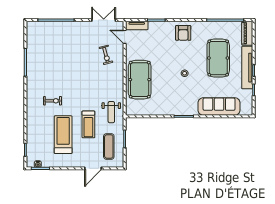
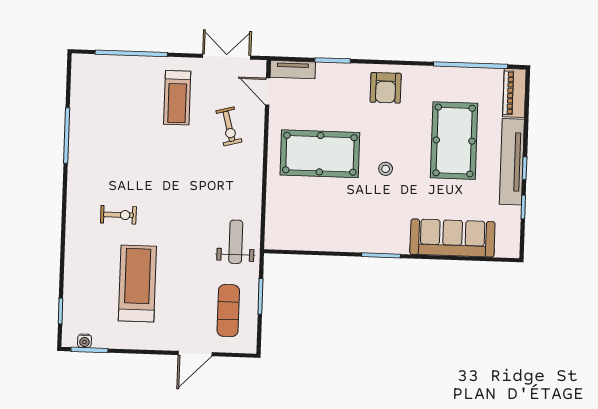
pool table: (140, 80) -> (320, 154), moved, turned 90
weight bench: (111, 112) -> (236, 242), turned 180
treadmill: (88, 124) -> (177, 98), moved

